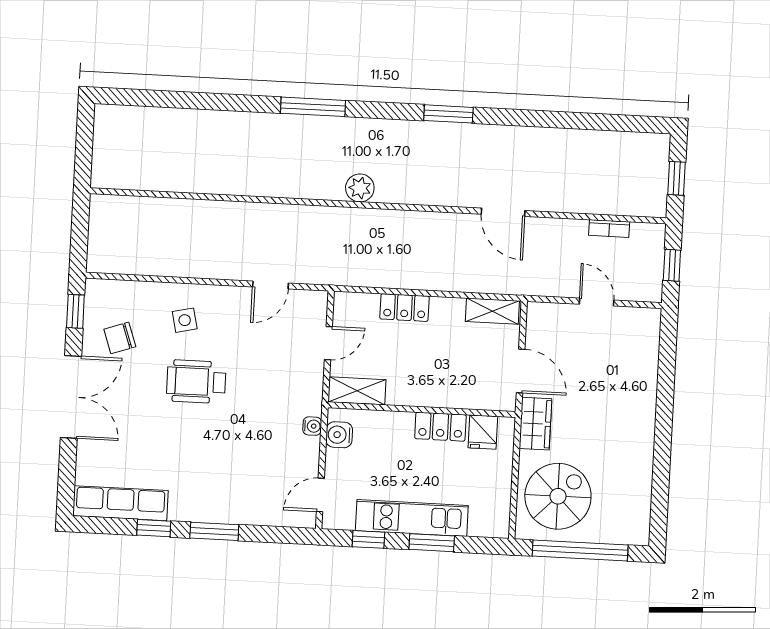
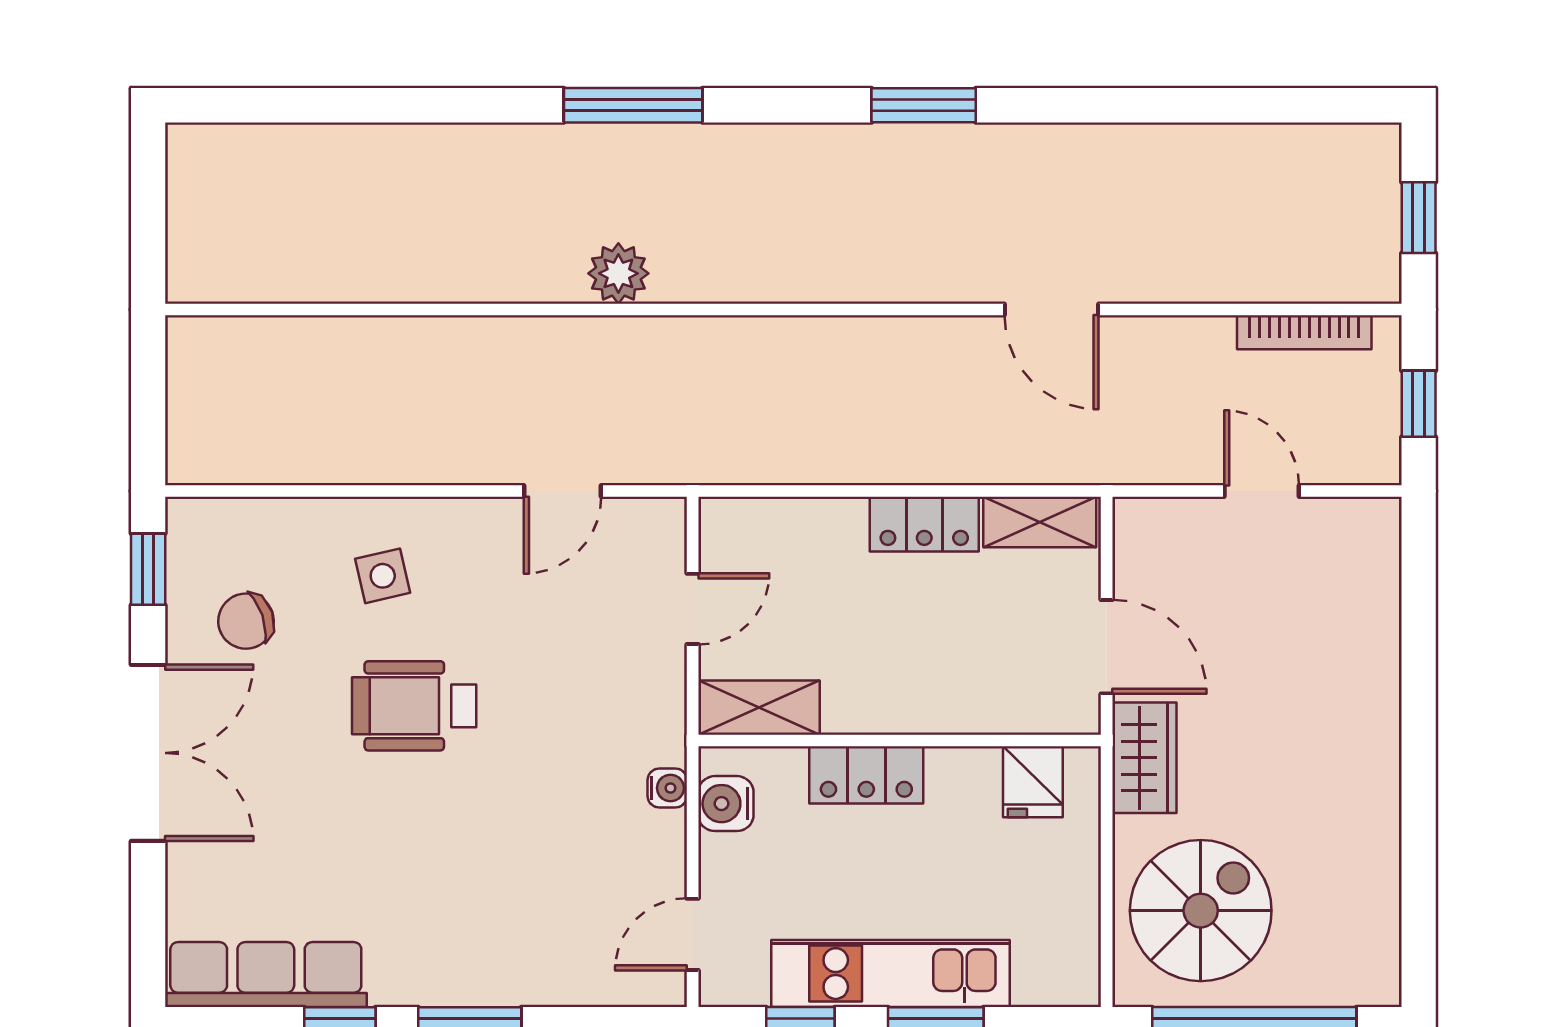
plant: (360, 188) -> (618, 273), moved
bookcase: (609, 229) -> (1304, 332), width x1.56
locker: (404, 308) -> (924, 524), moved
locker: (440, 427) -> (866, 775), moved

